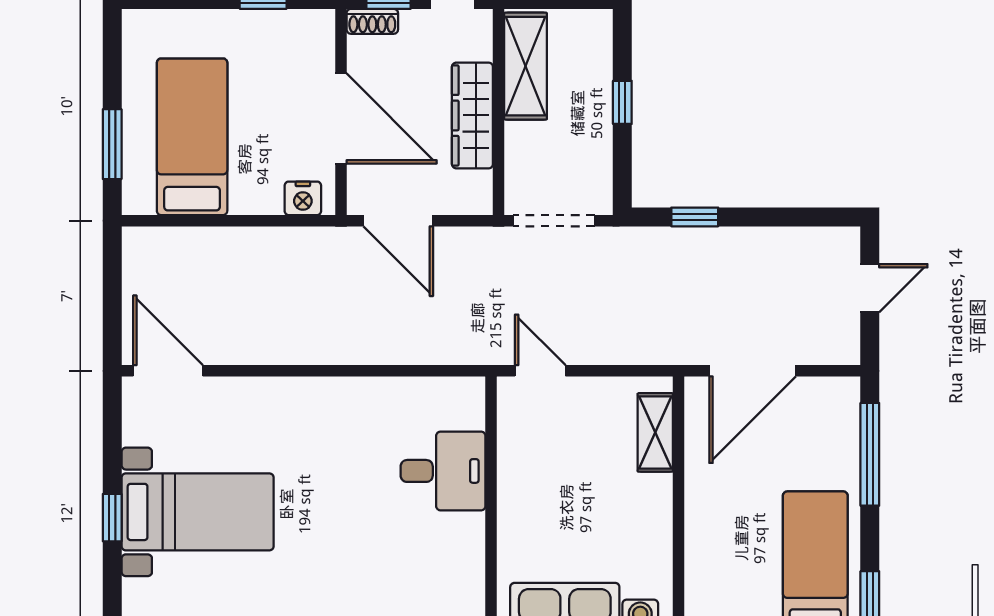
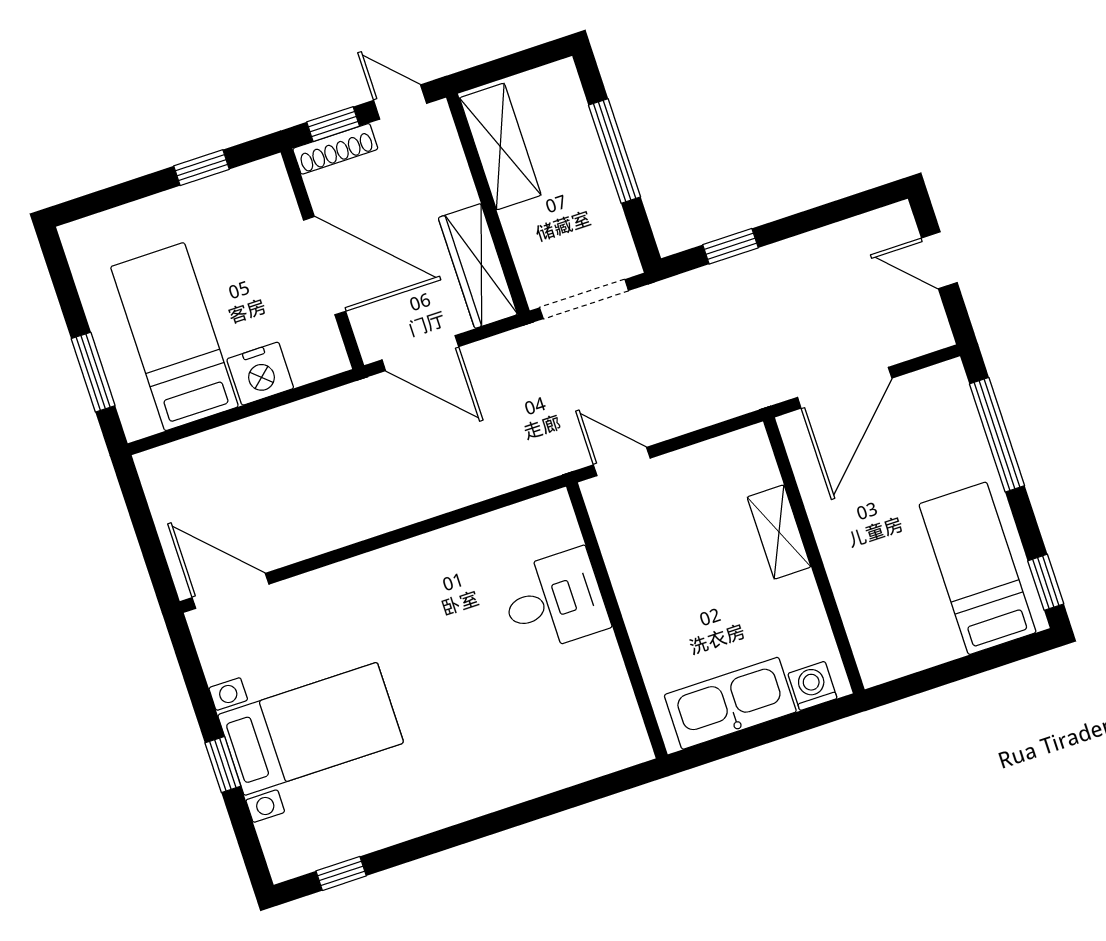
shoe rack: (372, 21) -> (335, 149), width x1.43
window: (622, 102) -> (615, 151), width x2.17
wardrobe: (472, 115) -> (478, 266), moved
nightstand: (303, 198) -> (260, 374), moved, width x1.36, depth x1.33
door: (870, 288) -> (939, 260), swing flipped
shelving: (655, 432) -> (779, 532), moved

